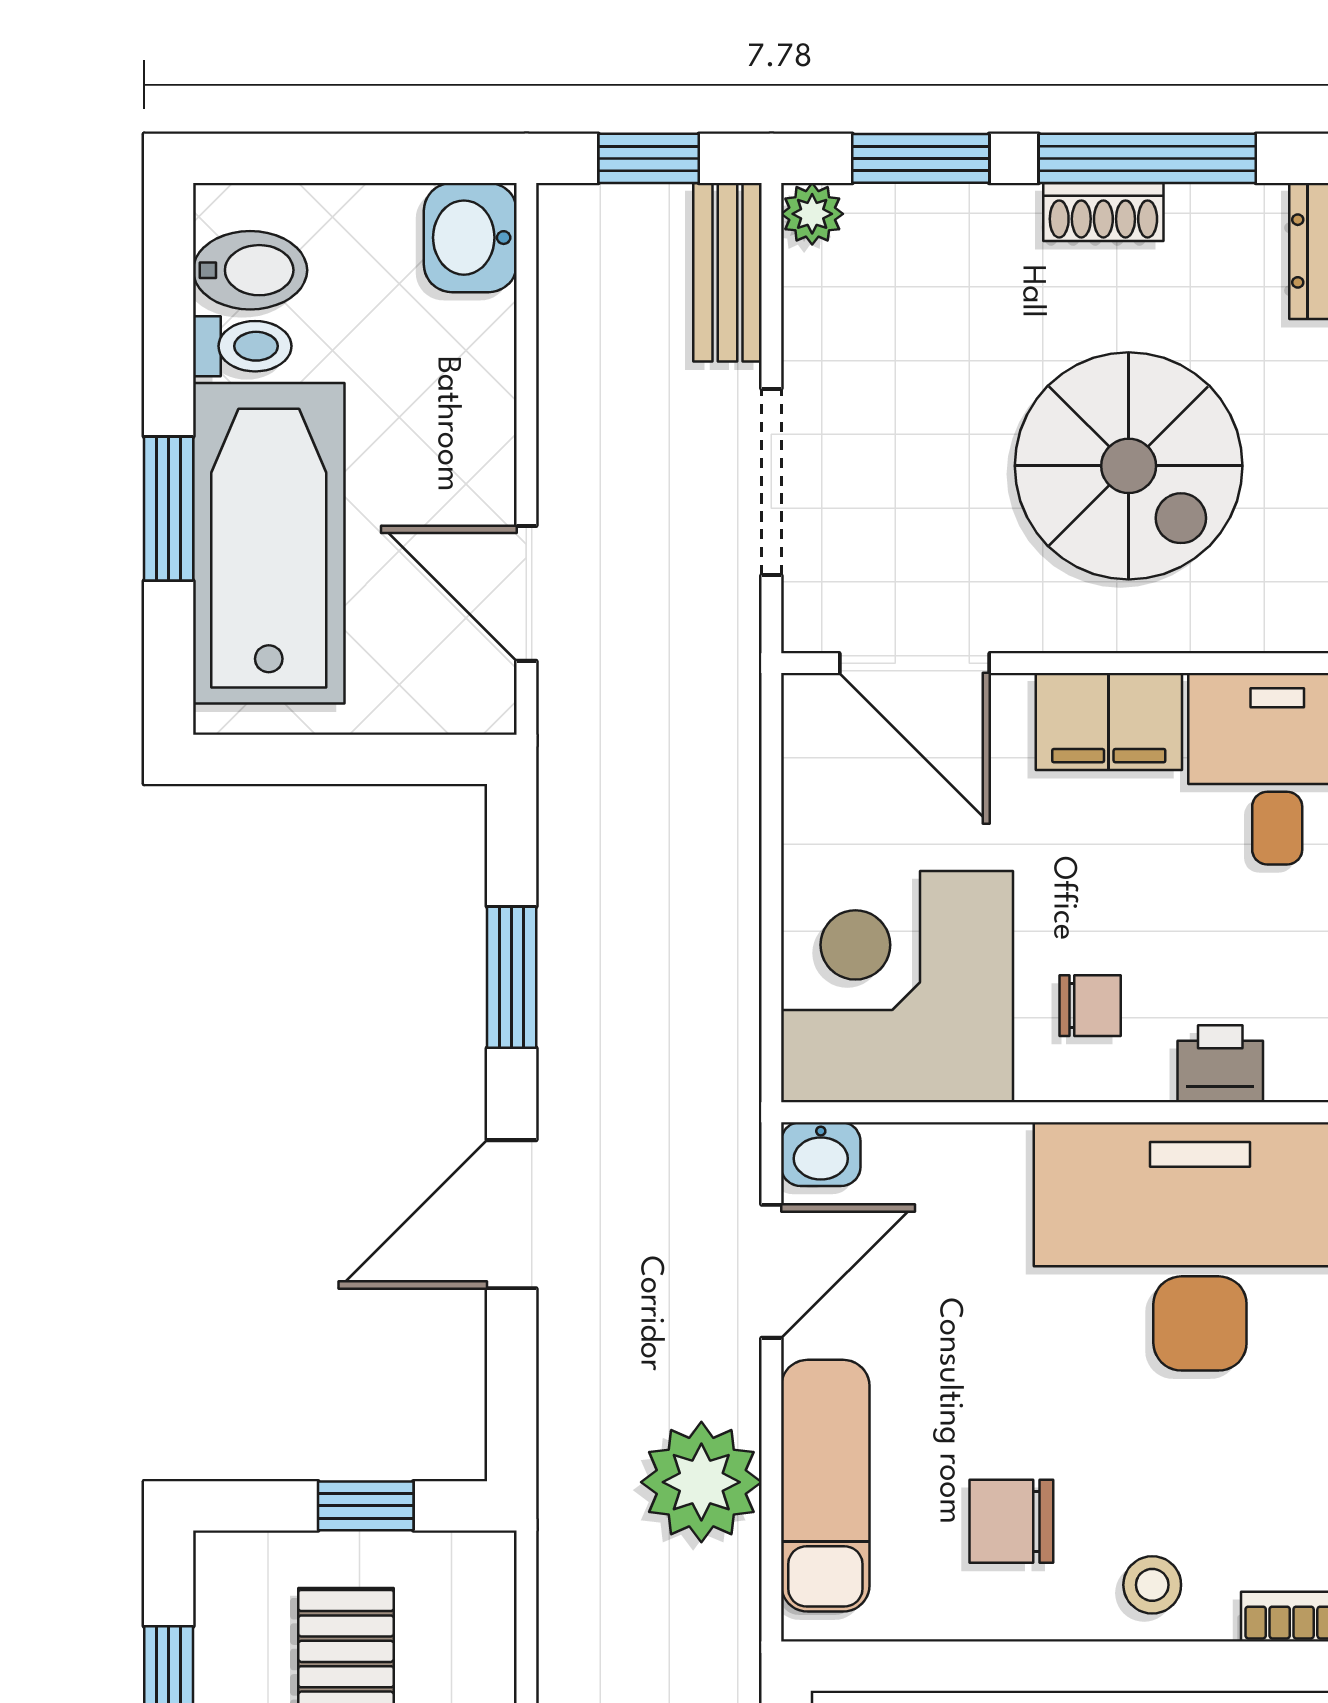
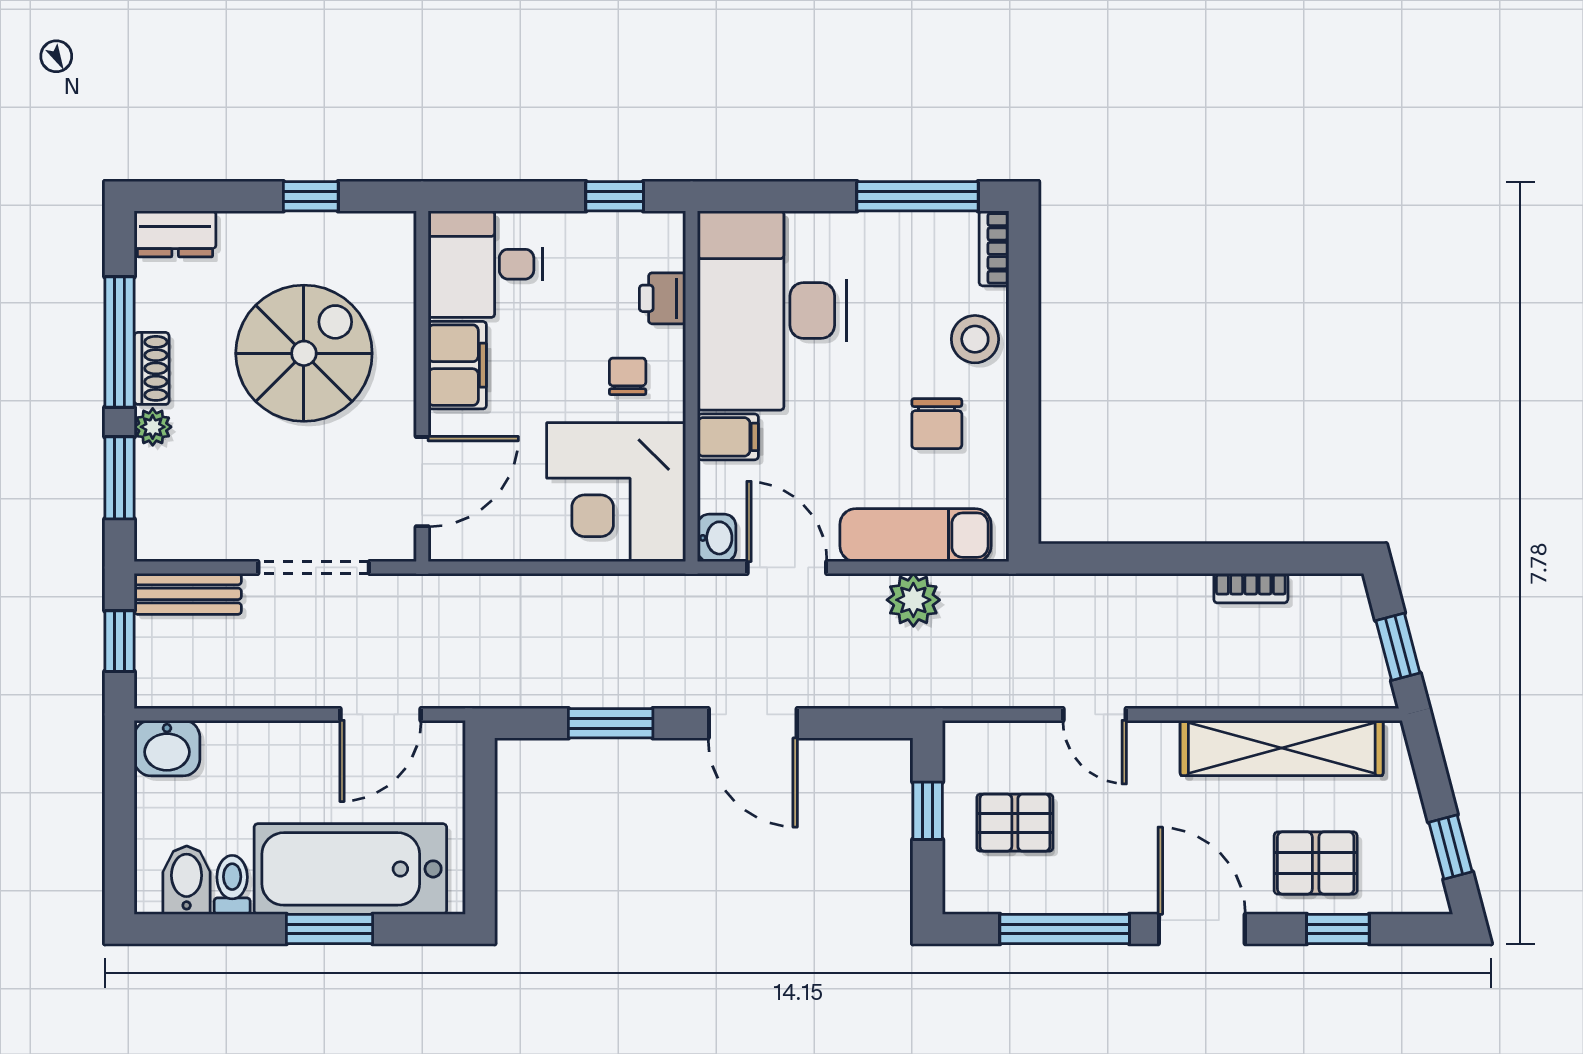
plant: (812, 214) -> (153, 427), moved
filing cabinet: (989, 1173) -> (728, 437), added
plant: (701, 1482) -> (913, 600), width x0.73, depth x0.73
stool: (1152, 1585) -> (975, 339), width x1.37, depth x1.37

